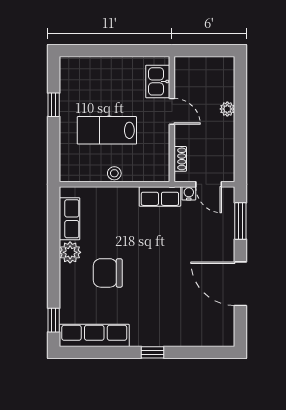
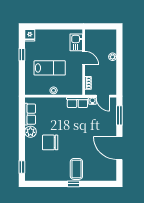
fridge: (69, 68) -> (30, 35), added
lab bench: (107, 130) -> (50, 68), turned 180
coffee table: (158, 324) -> (76, 169), added
row of seats: (94, 335) -> (43, 175), removed

